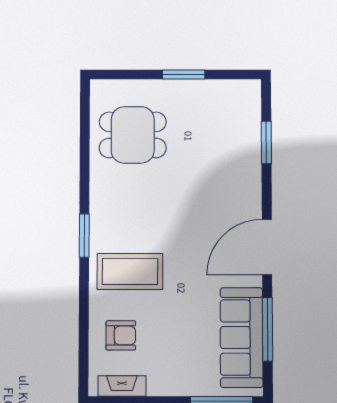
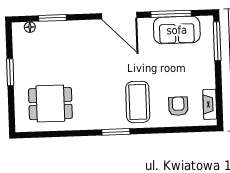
floor lamp: (253, 107) -> (30, 27), added
dining table: (133, 135) -> (50, 104), turned 90
sofa: (242, 338) -> (177, 30), width x0.73

